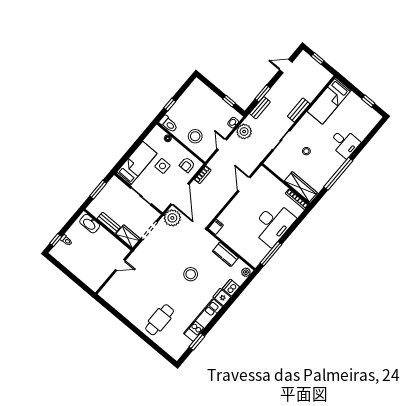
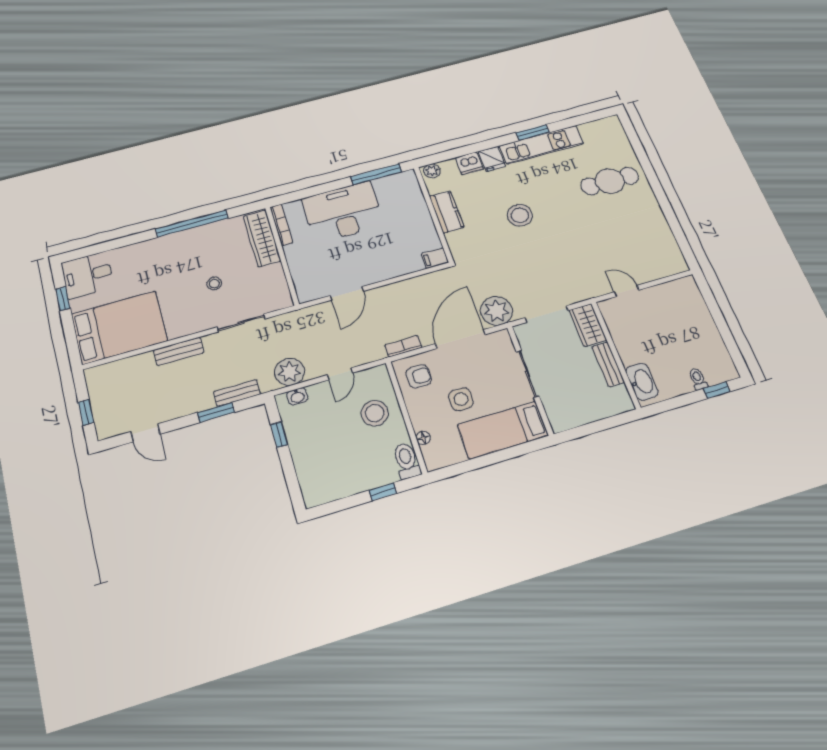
bed: (329, 101) -> (119, 327), width x1.50
desk: (344, 143) -> (88, 275), moved, turned -90
window: (98, 190) -> (595, 427), removed
window: (197, 342) -> (533, 133), moved

